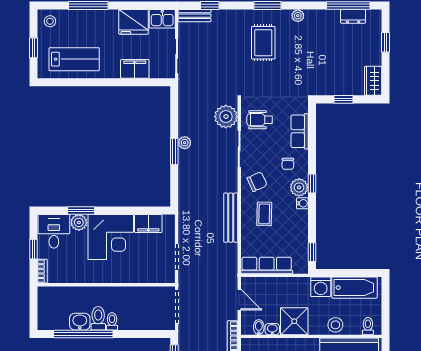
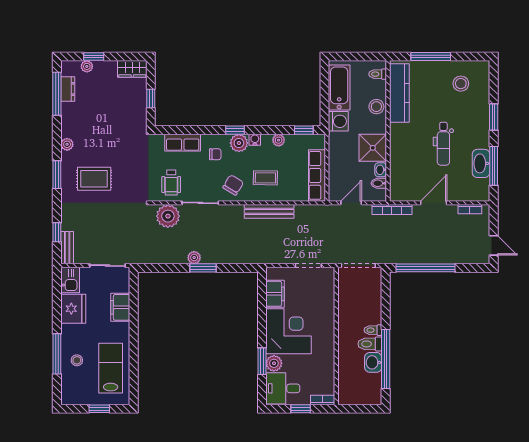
stool: (50, 21) -> (77, 360), moved
plant: (376, 35) -> (87, 66), added
chair: (257, 182) -> (233, 185), turned 56
plant: (302, 227) -> (279, 140), added

